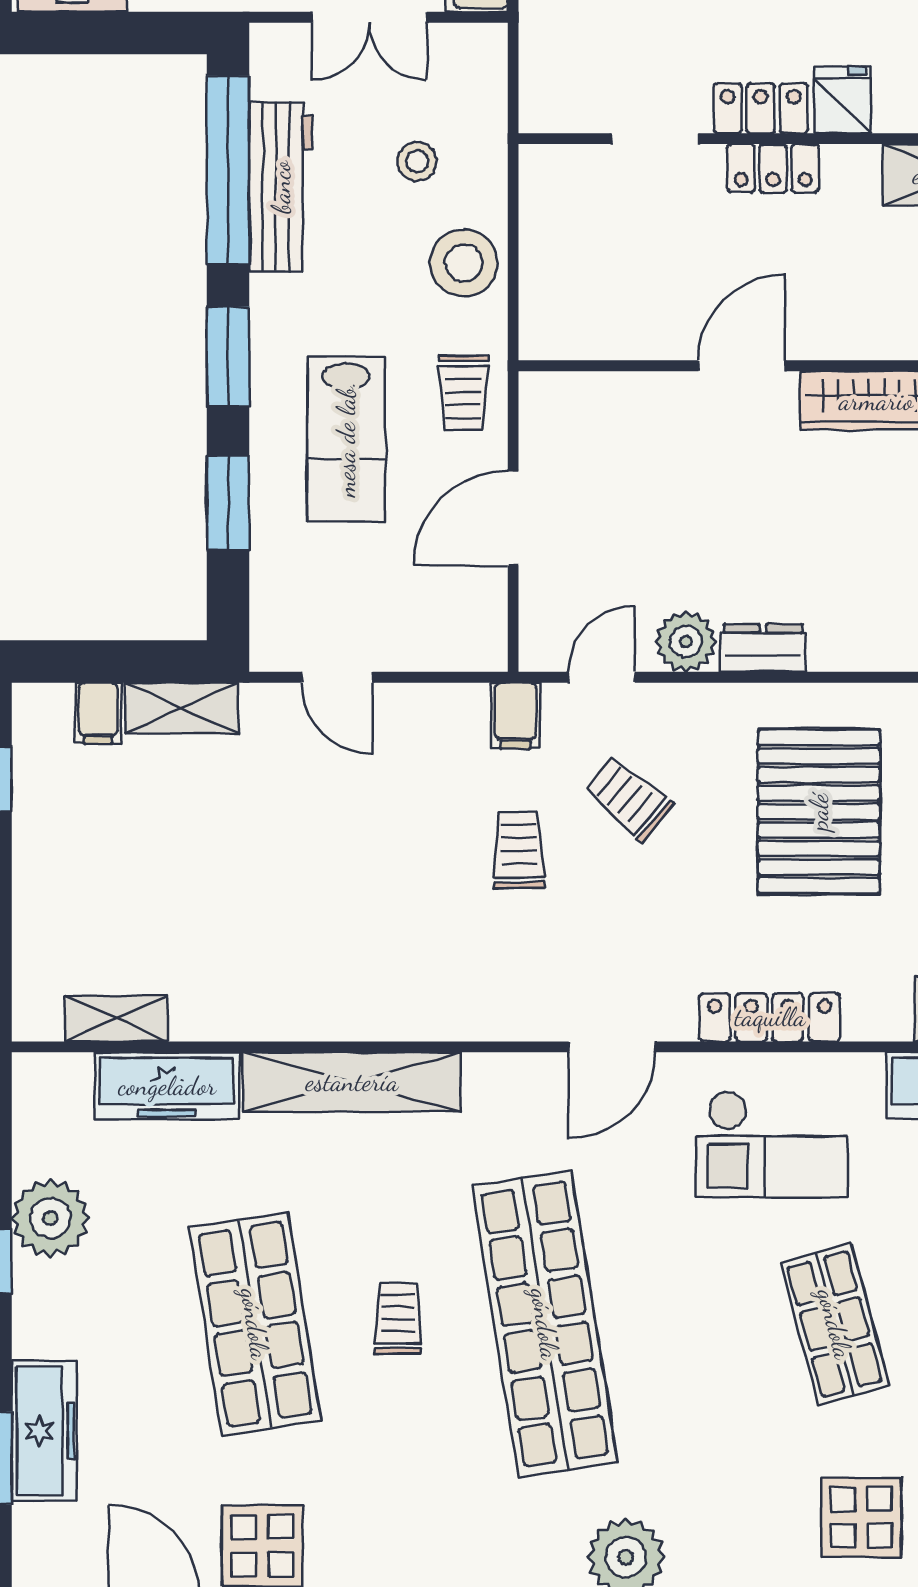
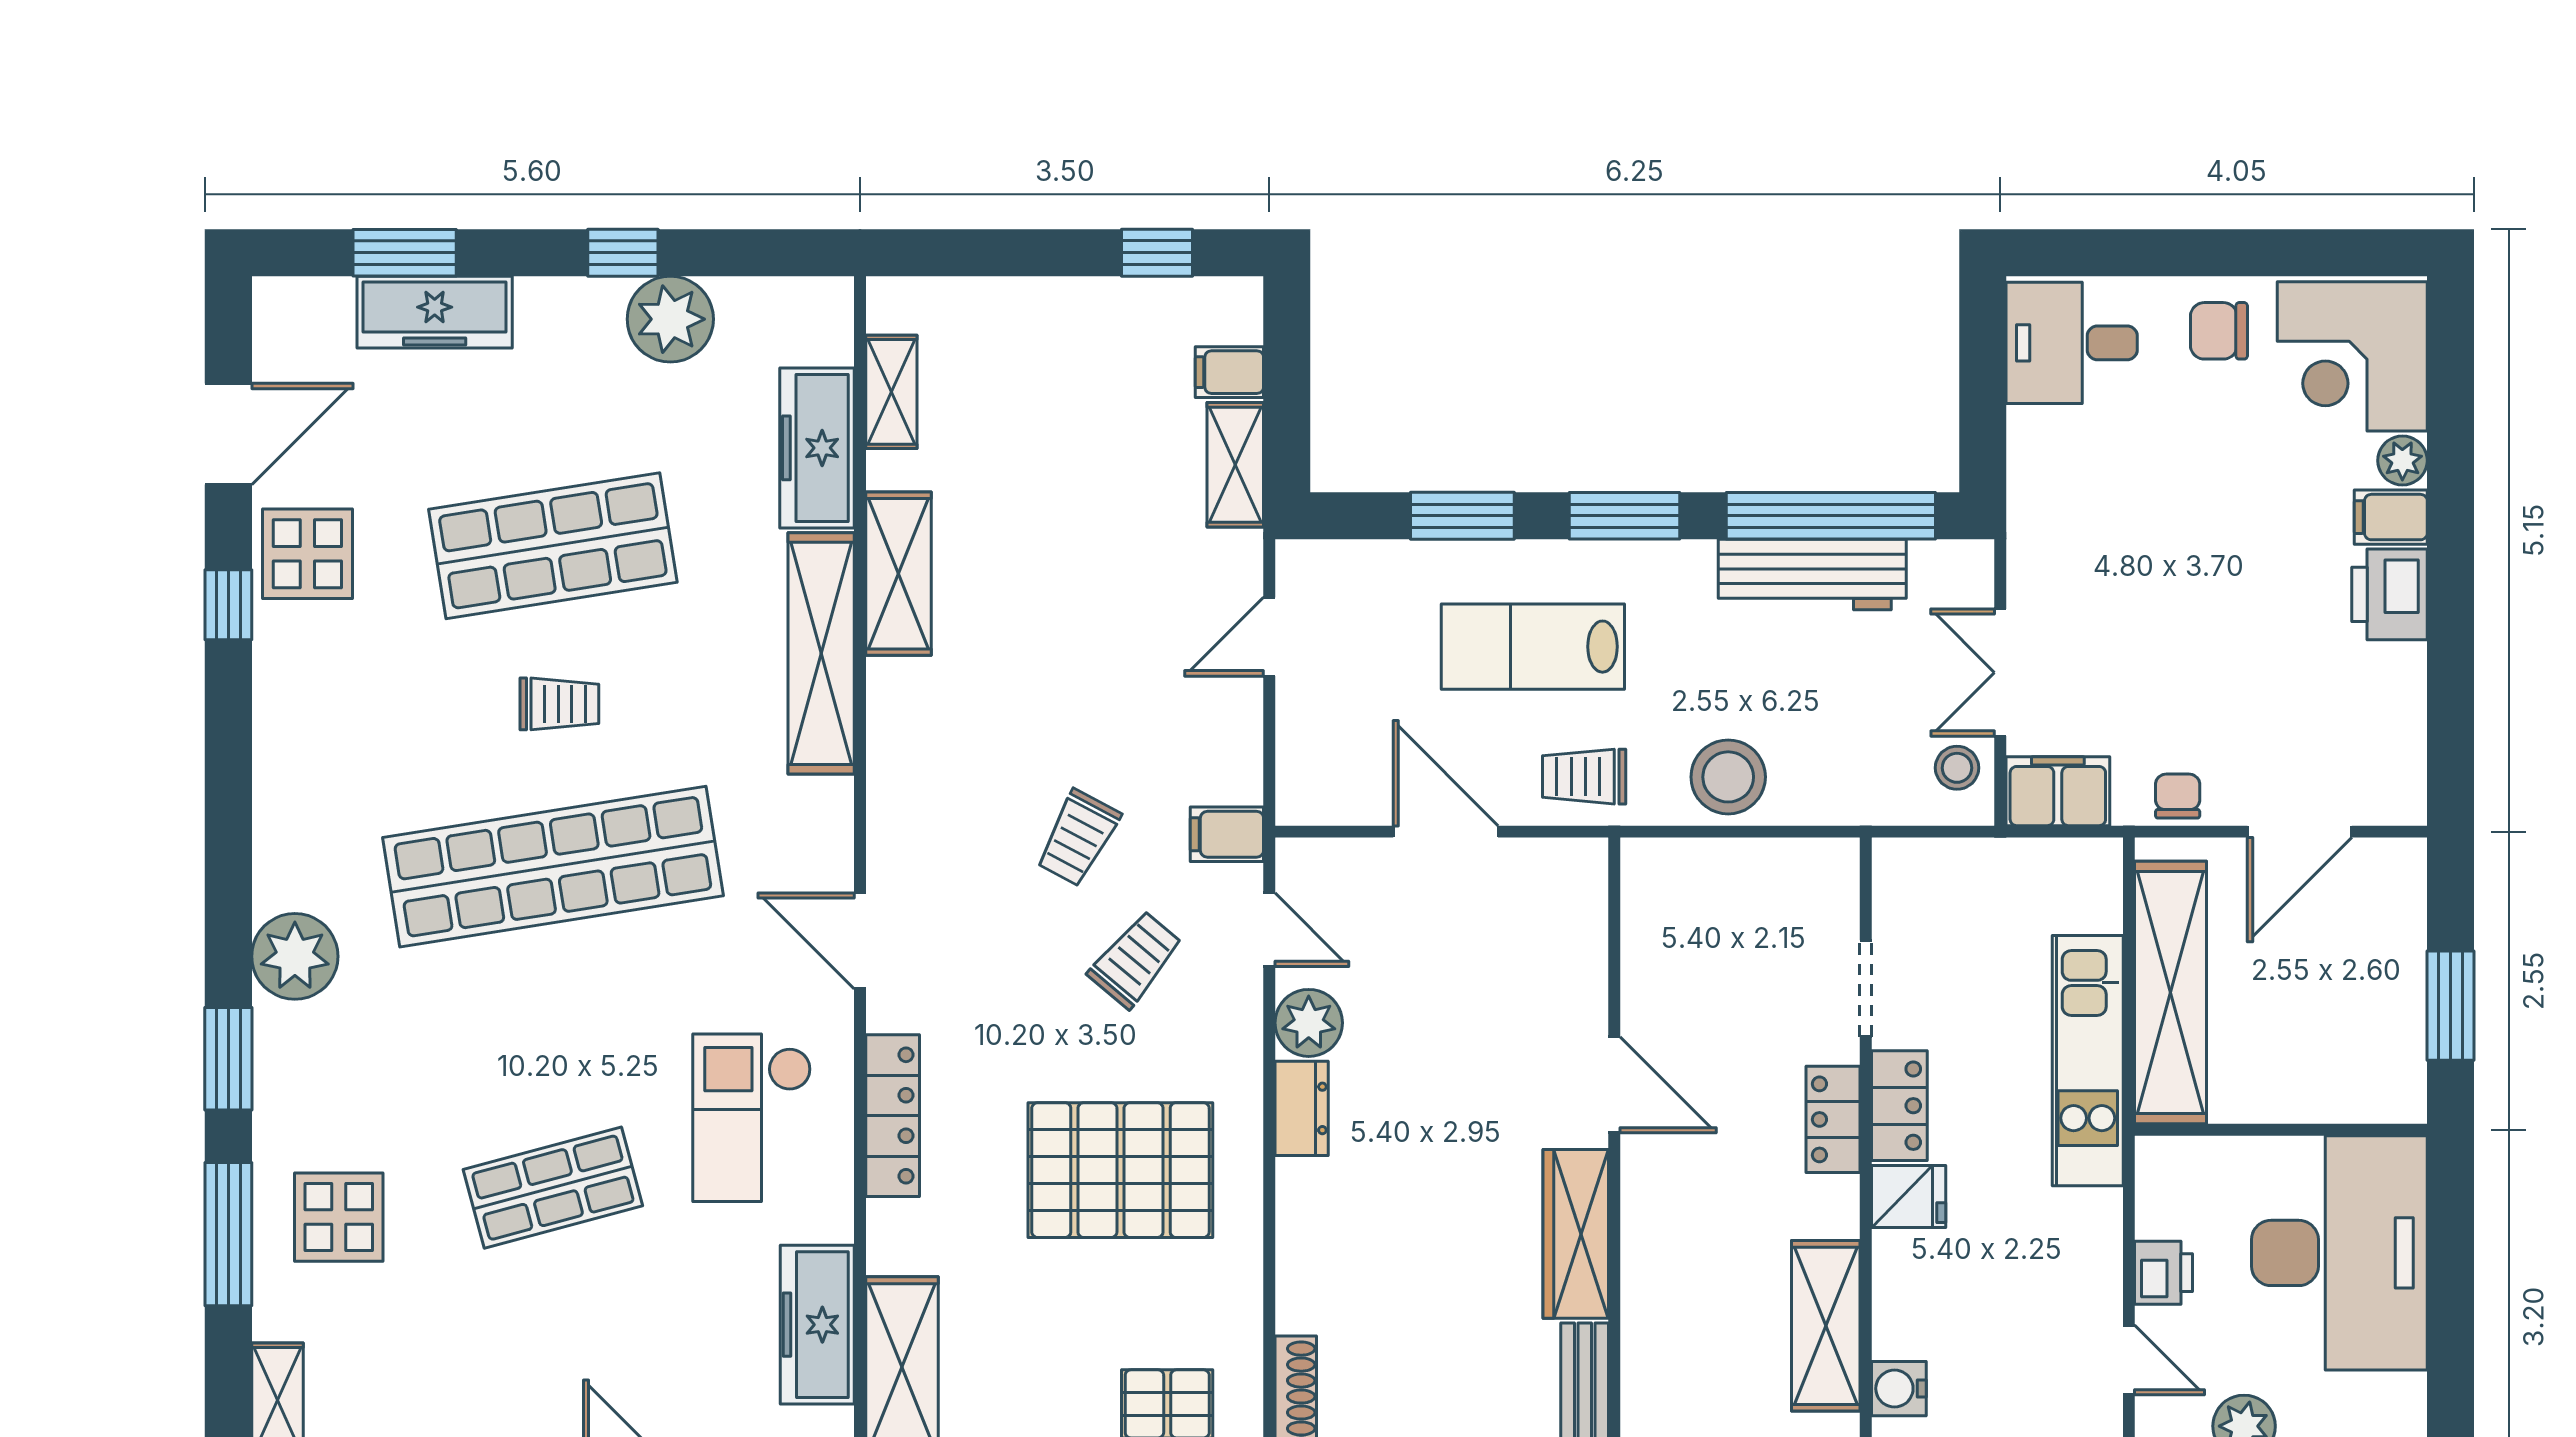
stool: (417, 161) -> (1957, 768), moved
trolley: (519, 850) -> (1078, 838), turned 119
shelving: (280, 1012) -> (898, 574), added

